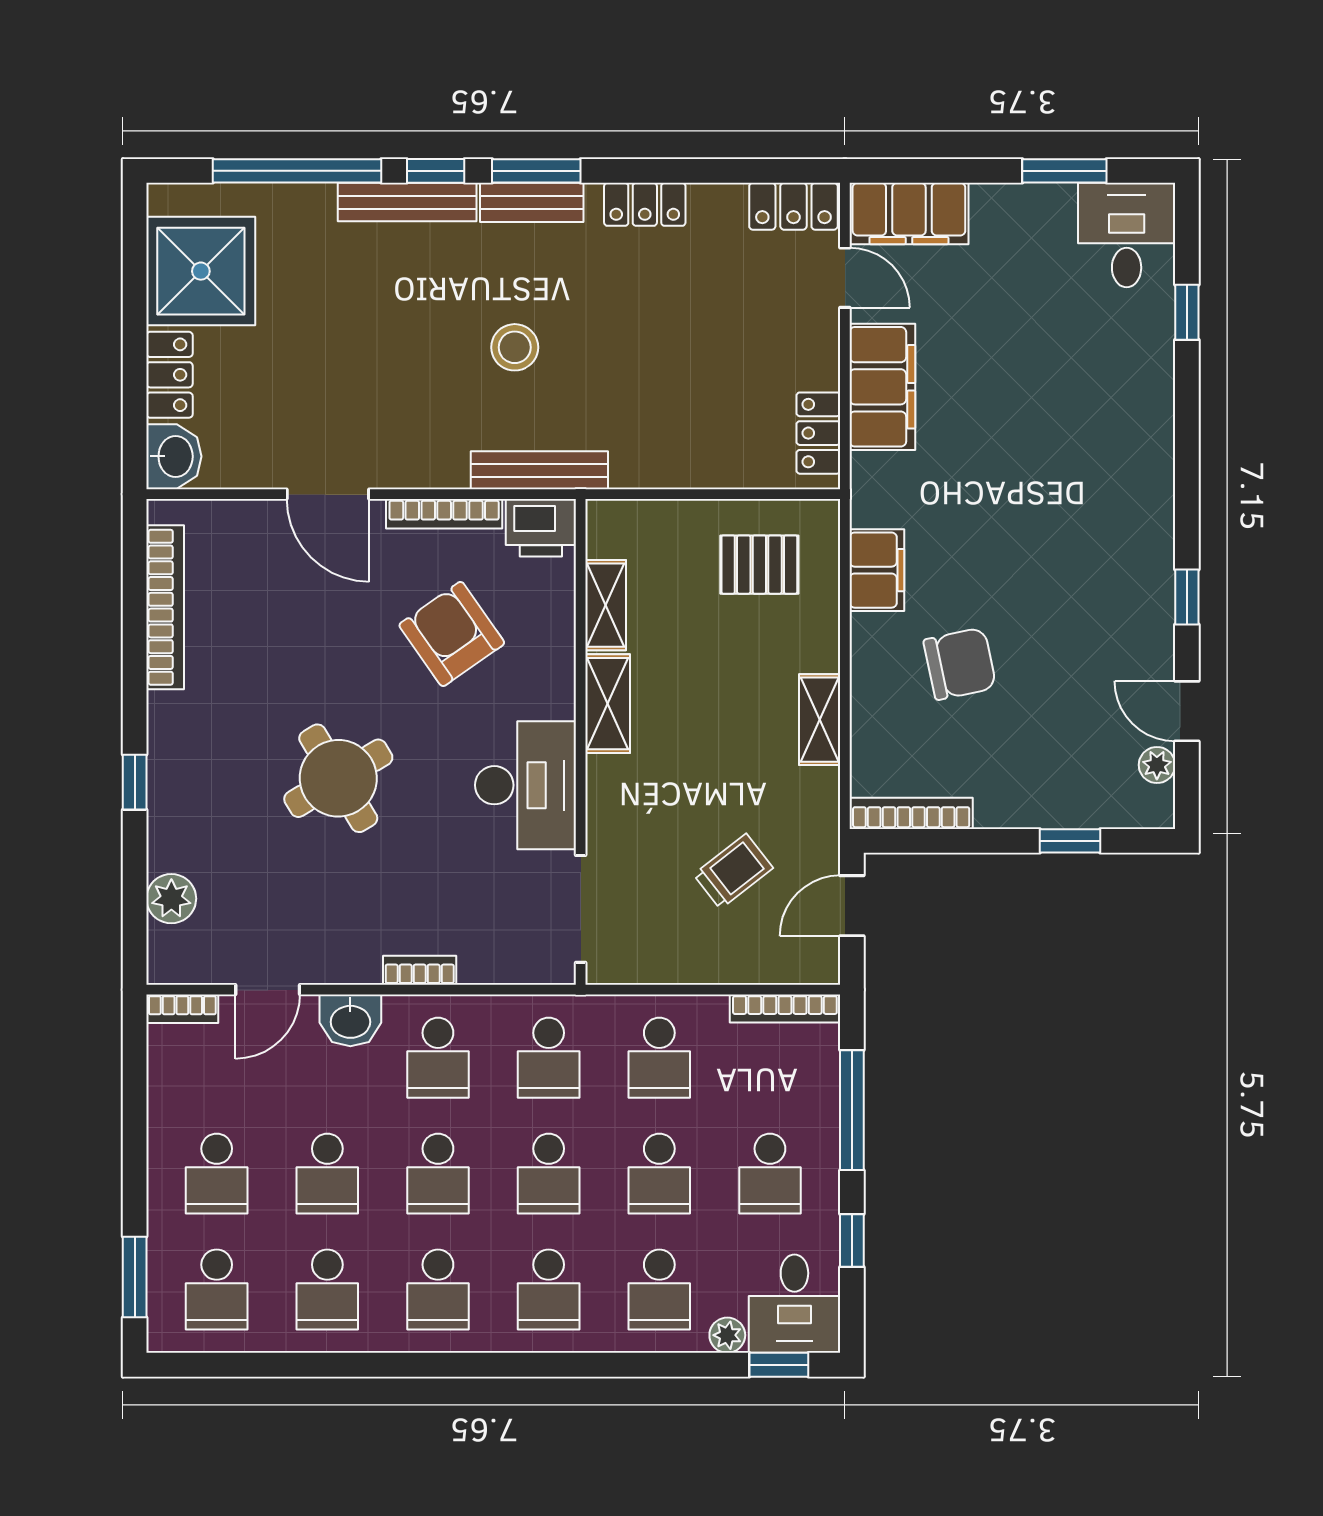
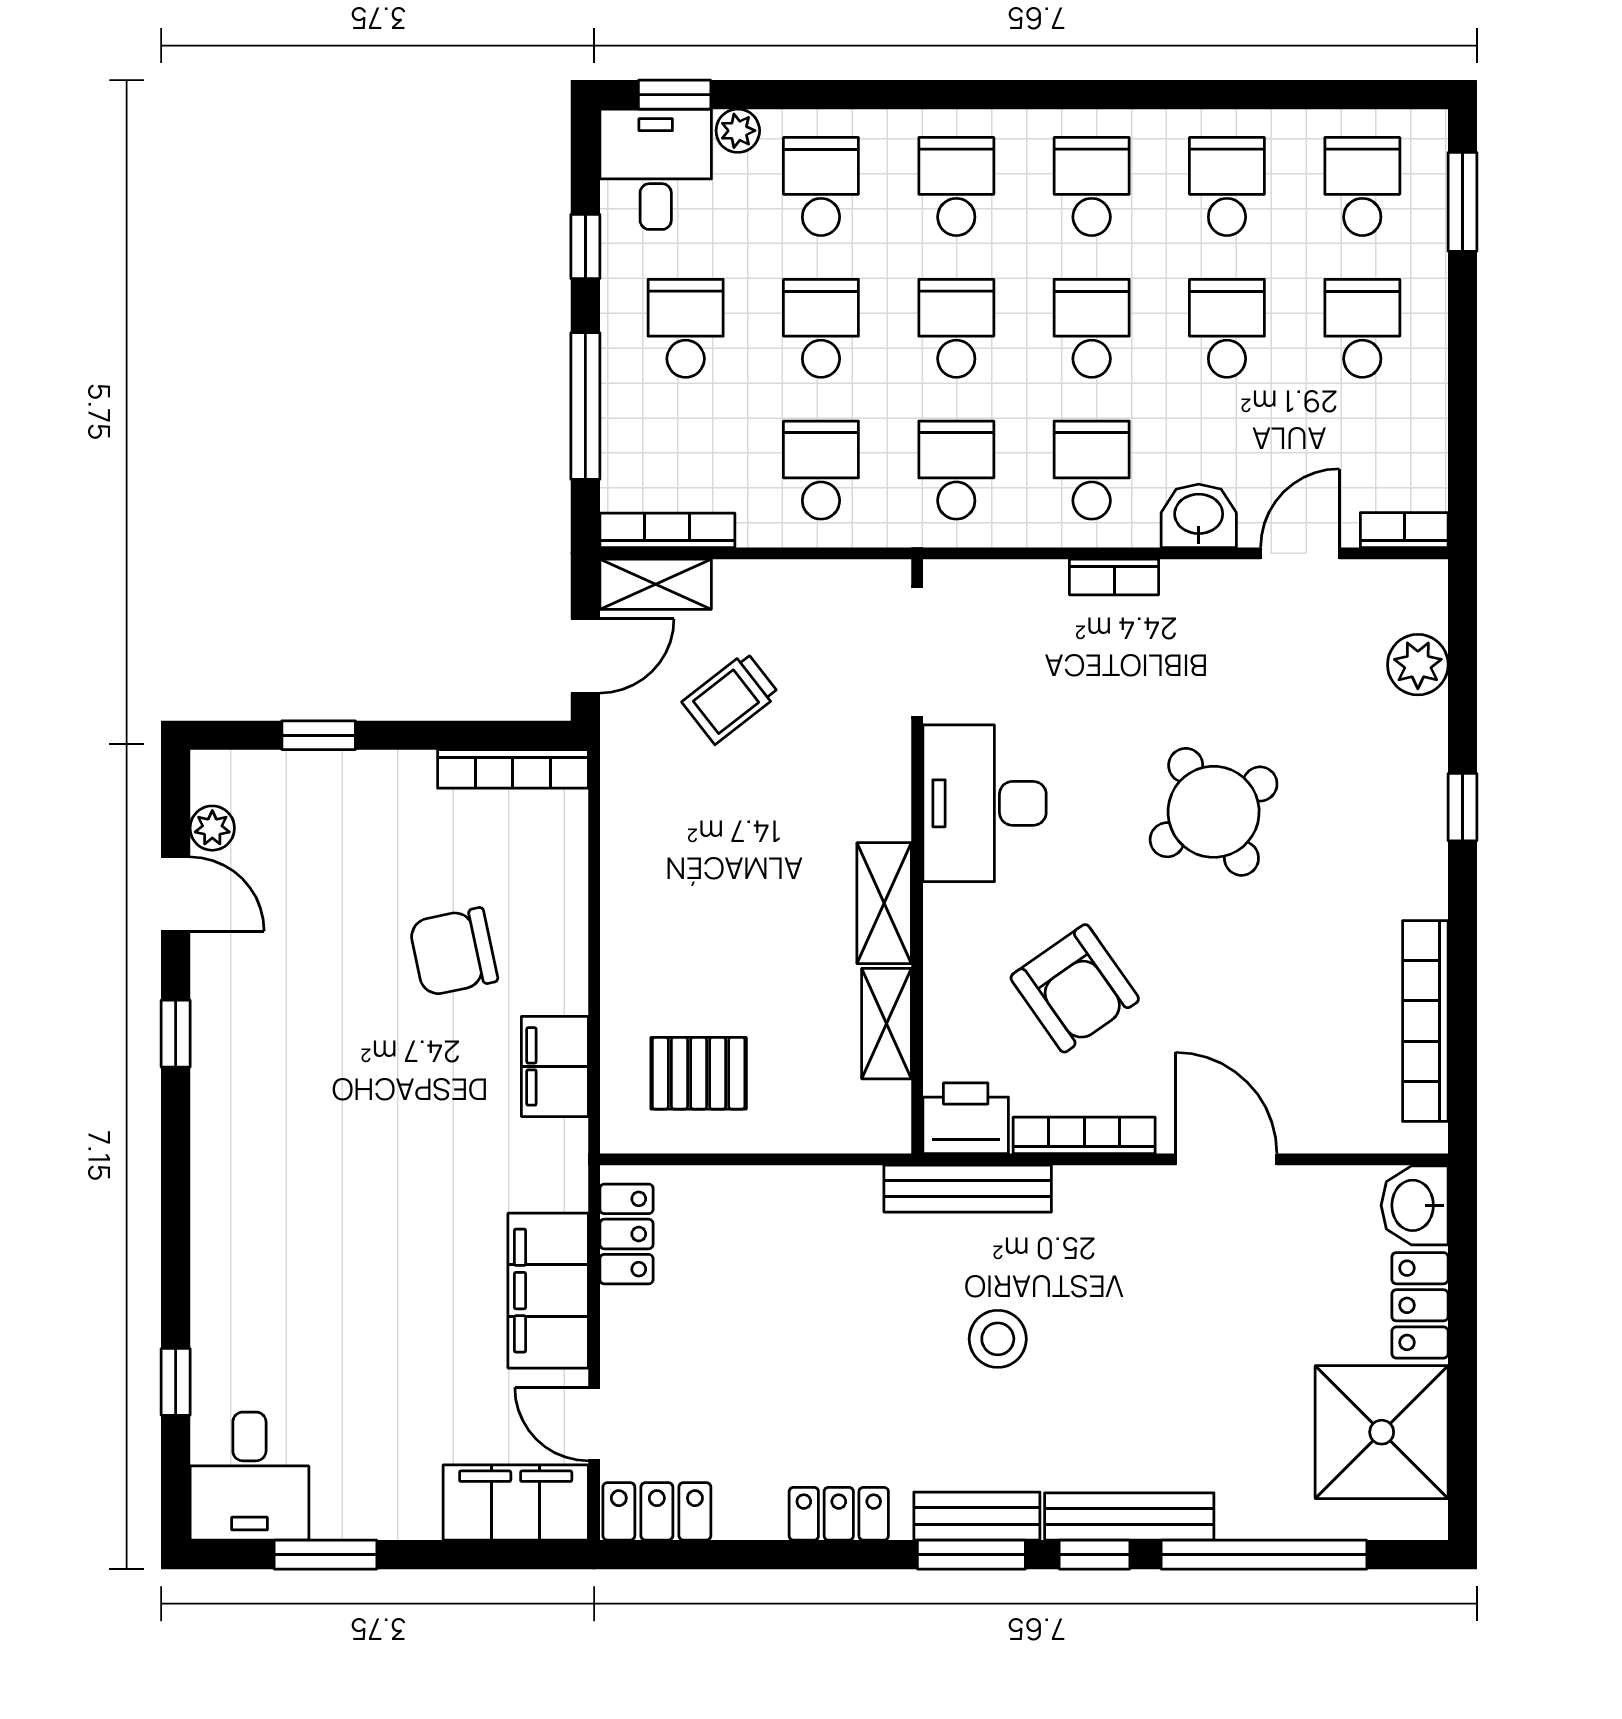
shelving: (820, 720) -> (656, 584), moved, turned 90

